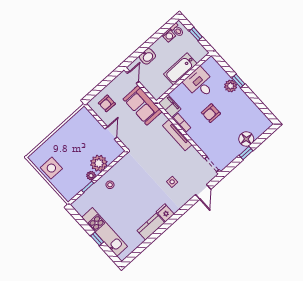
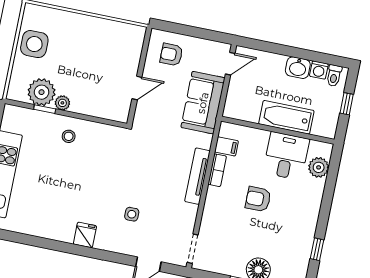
washbasin: (147, 56) -> (298, 68), moved
window: (238, 81) -> (317, 249), moved
plant: (231, 86) -> (319, 167), moved
filing cabinet: (170, 106) -> (226, 146), width x0.50
plant: (99, 163) -> (42, 92), moved
kitchen counter: (151, 227) -> (53, 229), removed

